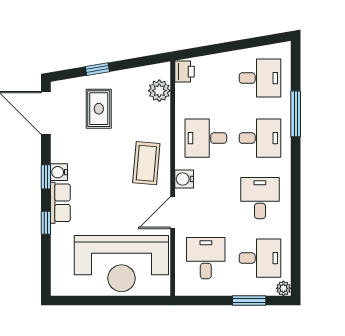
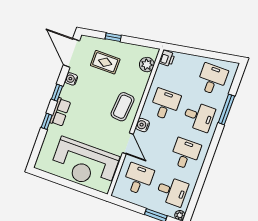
desk: (260, 78) -> (212, 79), turned -90
rug: (99, 109) -> (105, 62), turned 90
desk: (206, 138) -> (165, 104), turned 90
water cooler: (59, 172) -> (71, 79), moved
door: (173, 213) -> (128, 143), swing flipped

